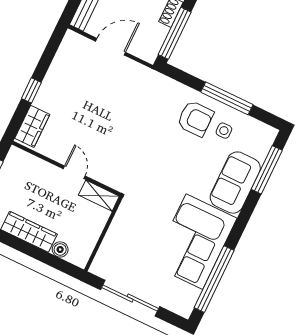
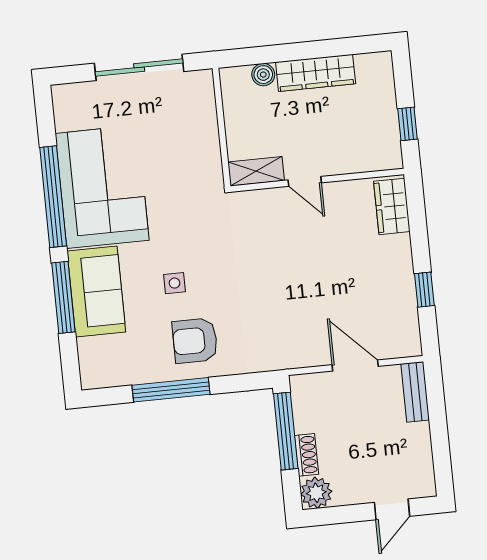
door: (111, 47) -> (355, 366), swing flipped
window: (31, 90) -> (424, 290), moved
side table: (224, 131) -> (175, 283), moved
window: (267, 170) -> (63, 297), moved
window: (214, 279) -> (53, 197), moved

